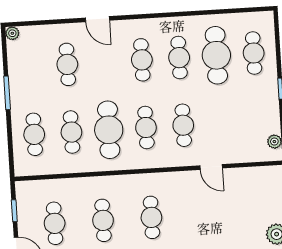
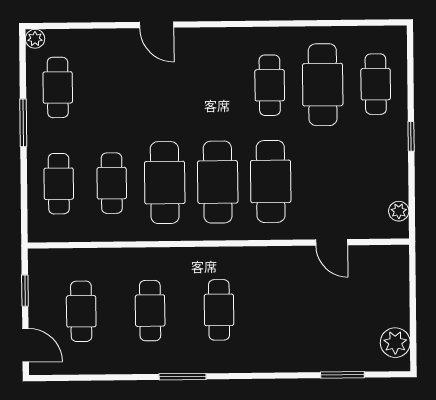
cafe table: (142, 60) -> (217, 86), removed
cafe table: (67, 64) -> (58, 87), moved
cafe table: (183, 125) -> (271, 181), width x1.37, depth x1.35
cafe table: (146, 127) -> (218, 182), width x1.37, depth x1.35
door: (211, 167) -> (332, 242), moved

